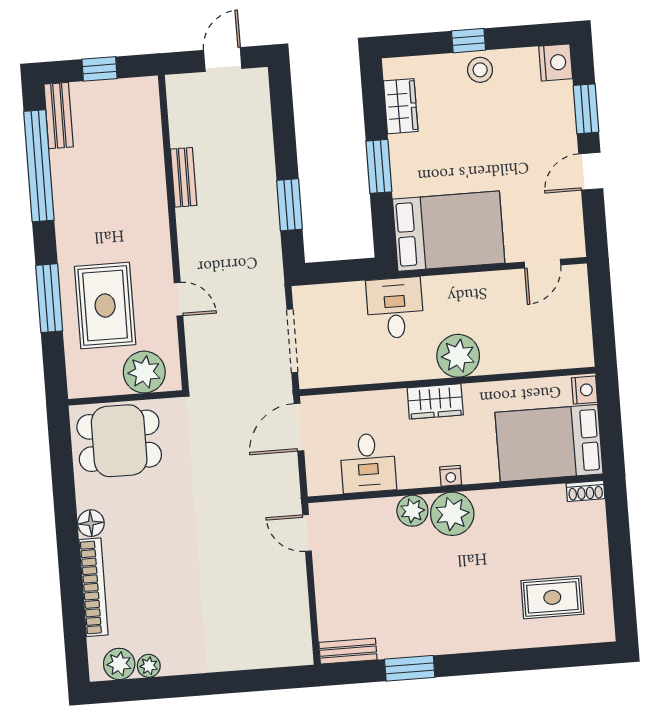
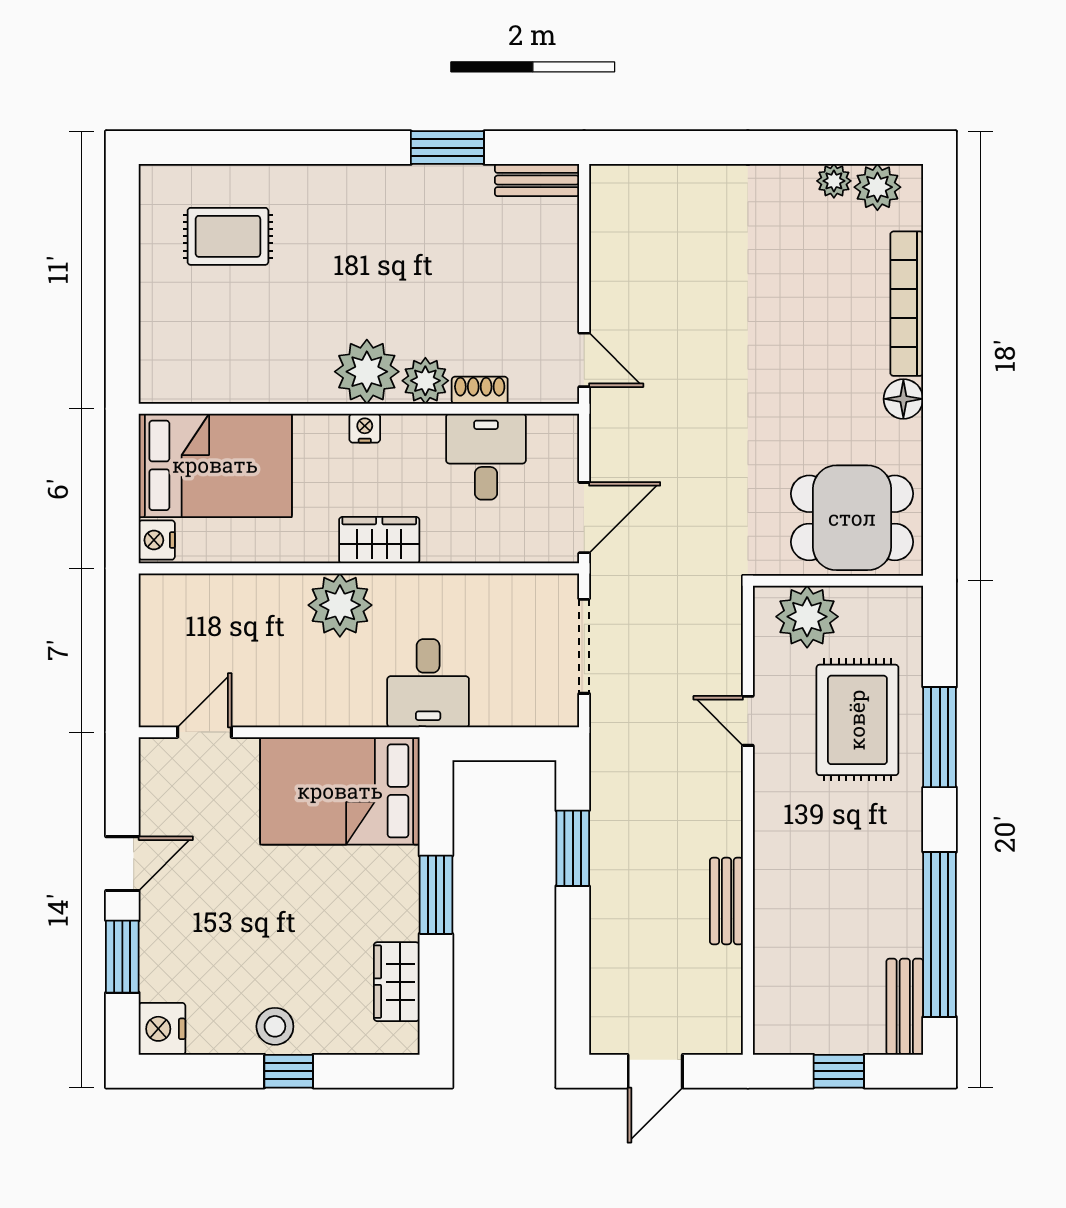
shoe rack: (586, 491) -> (480, 390), moved

